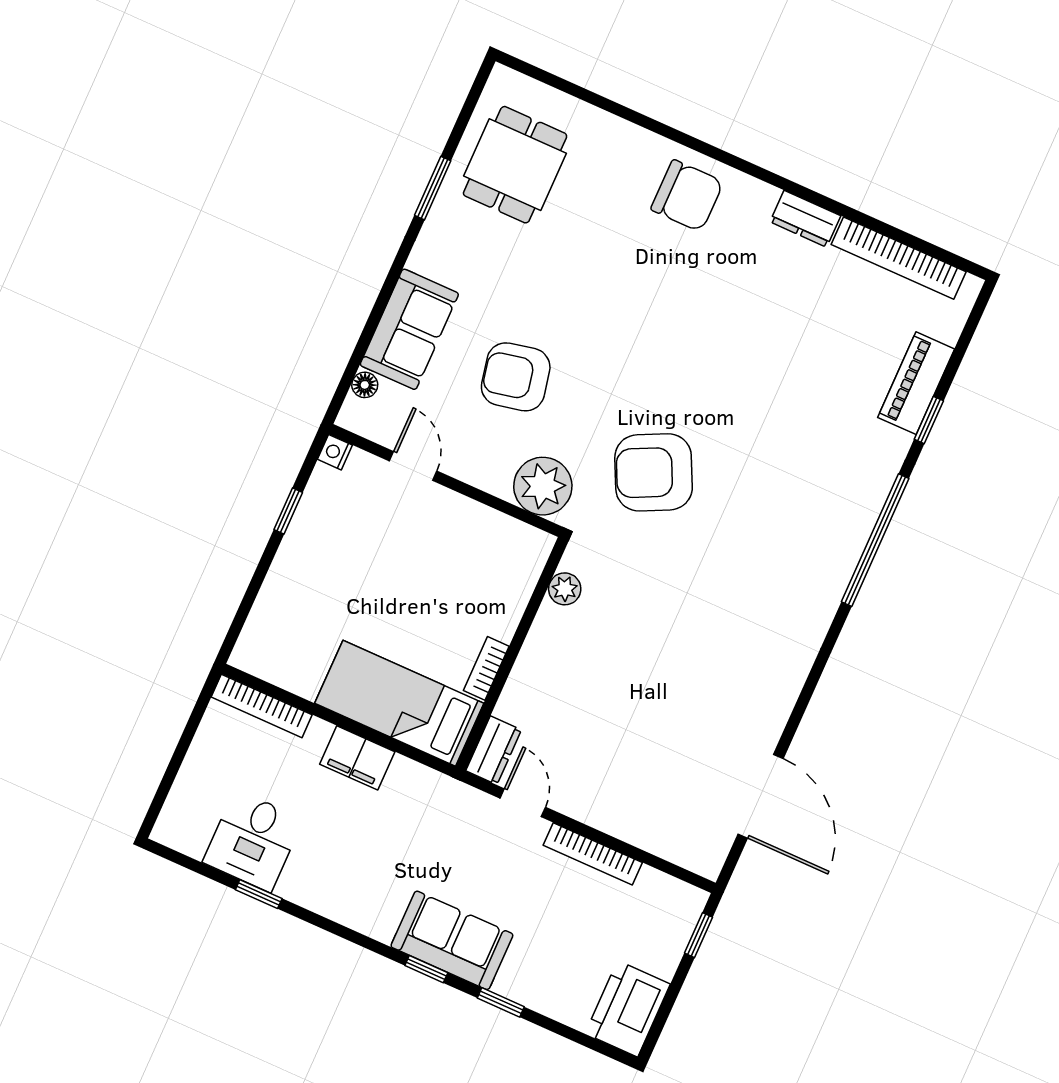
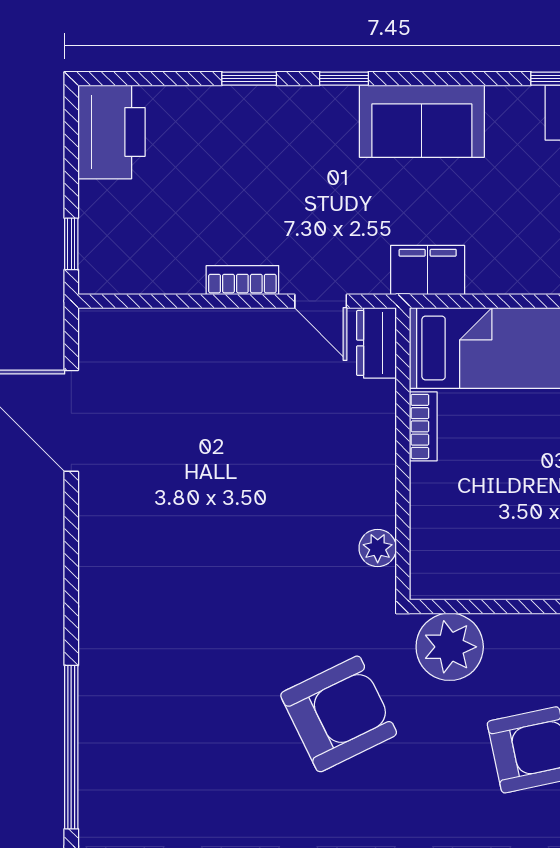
filing cabinet: (357, 758) -> (428, 270), moved
bookcase: (593, 854) -> (242, 280), width x0.64
sofa: (452, 940) -> (422, 121), moved

